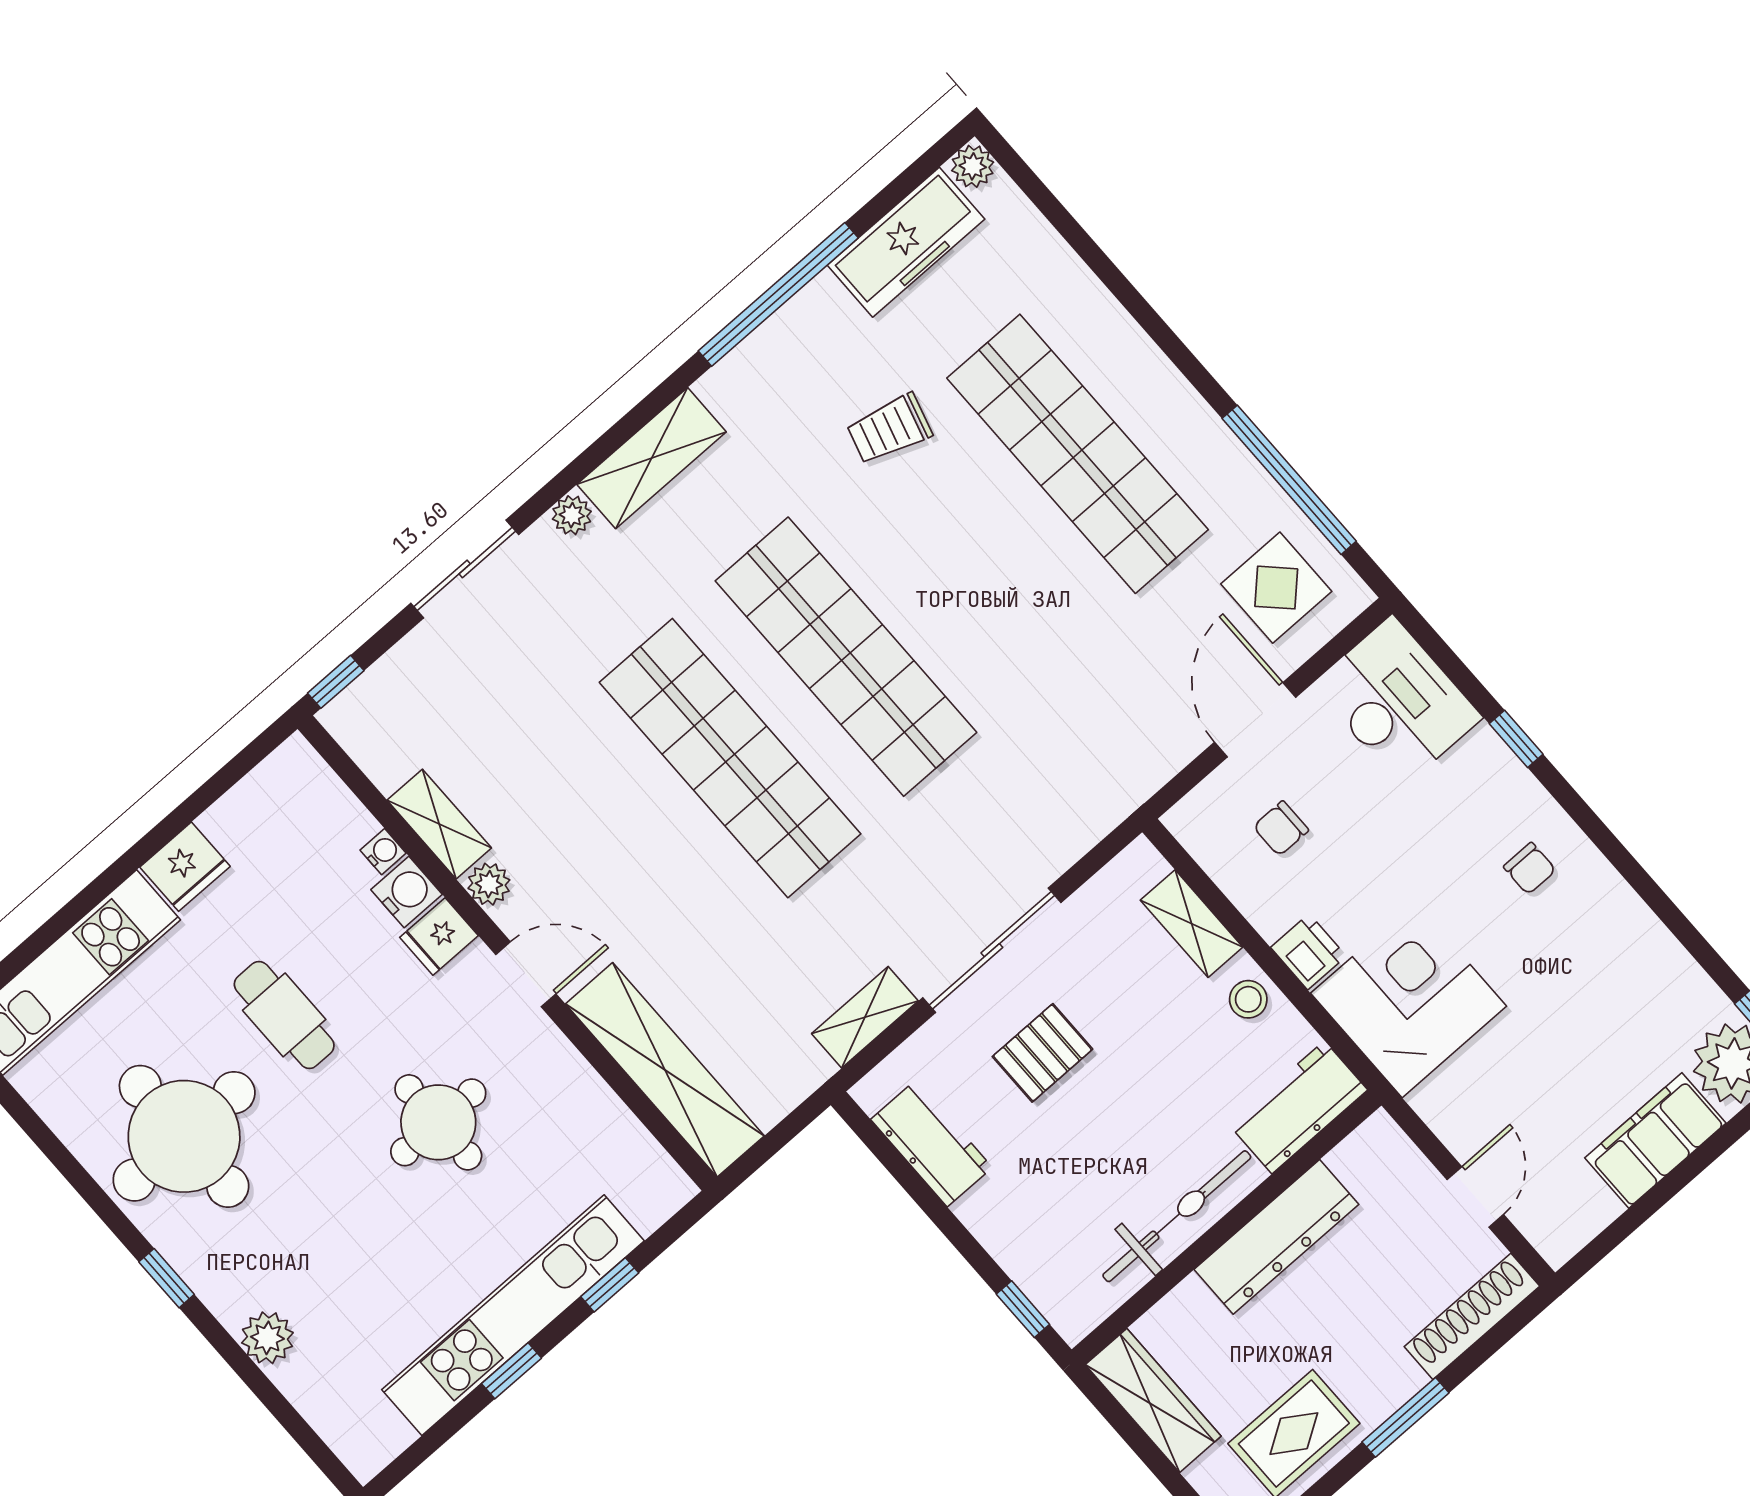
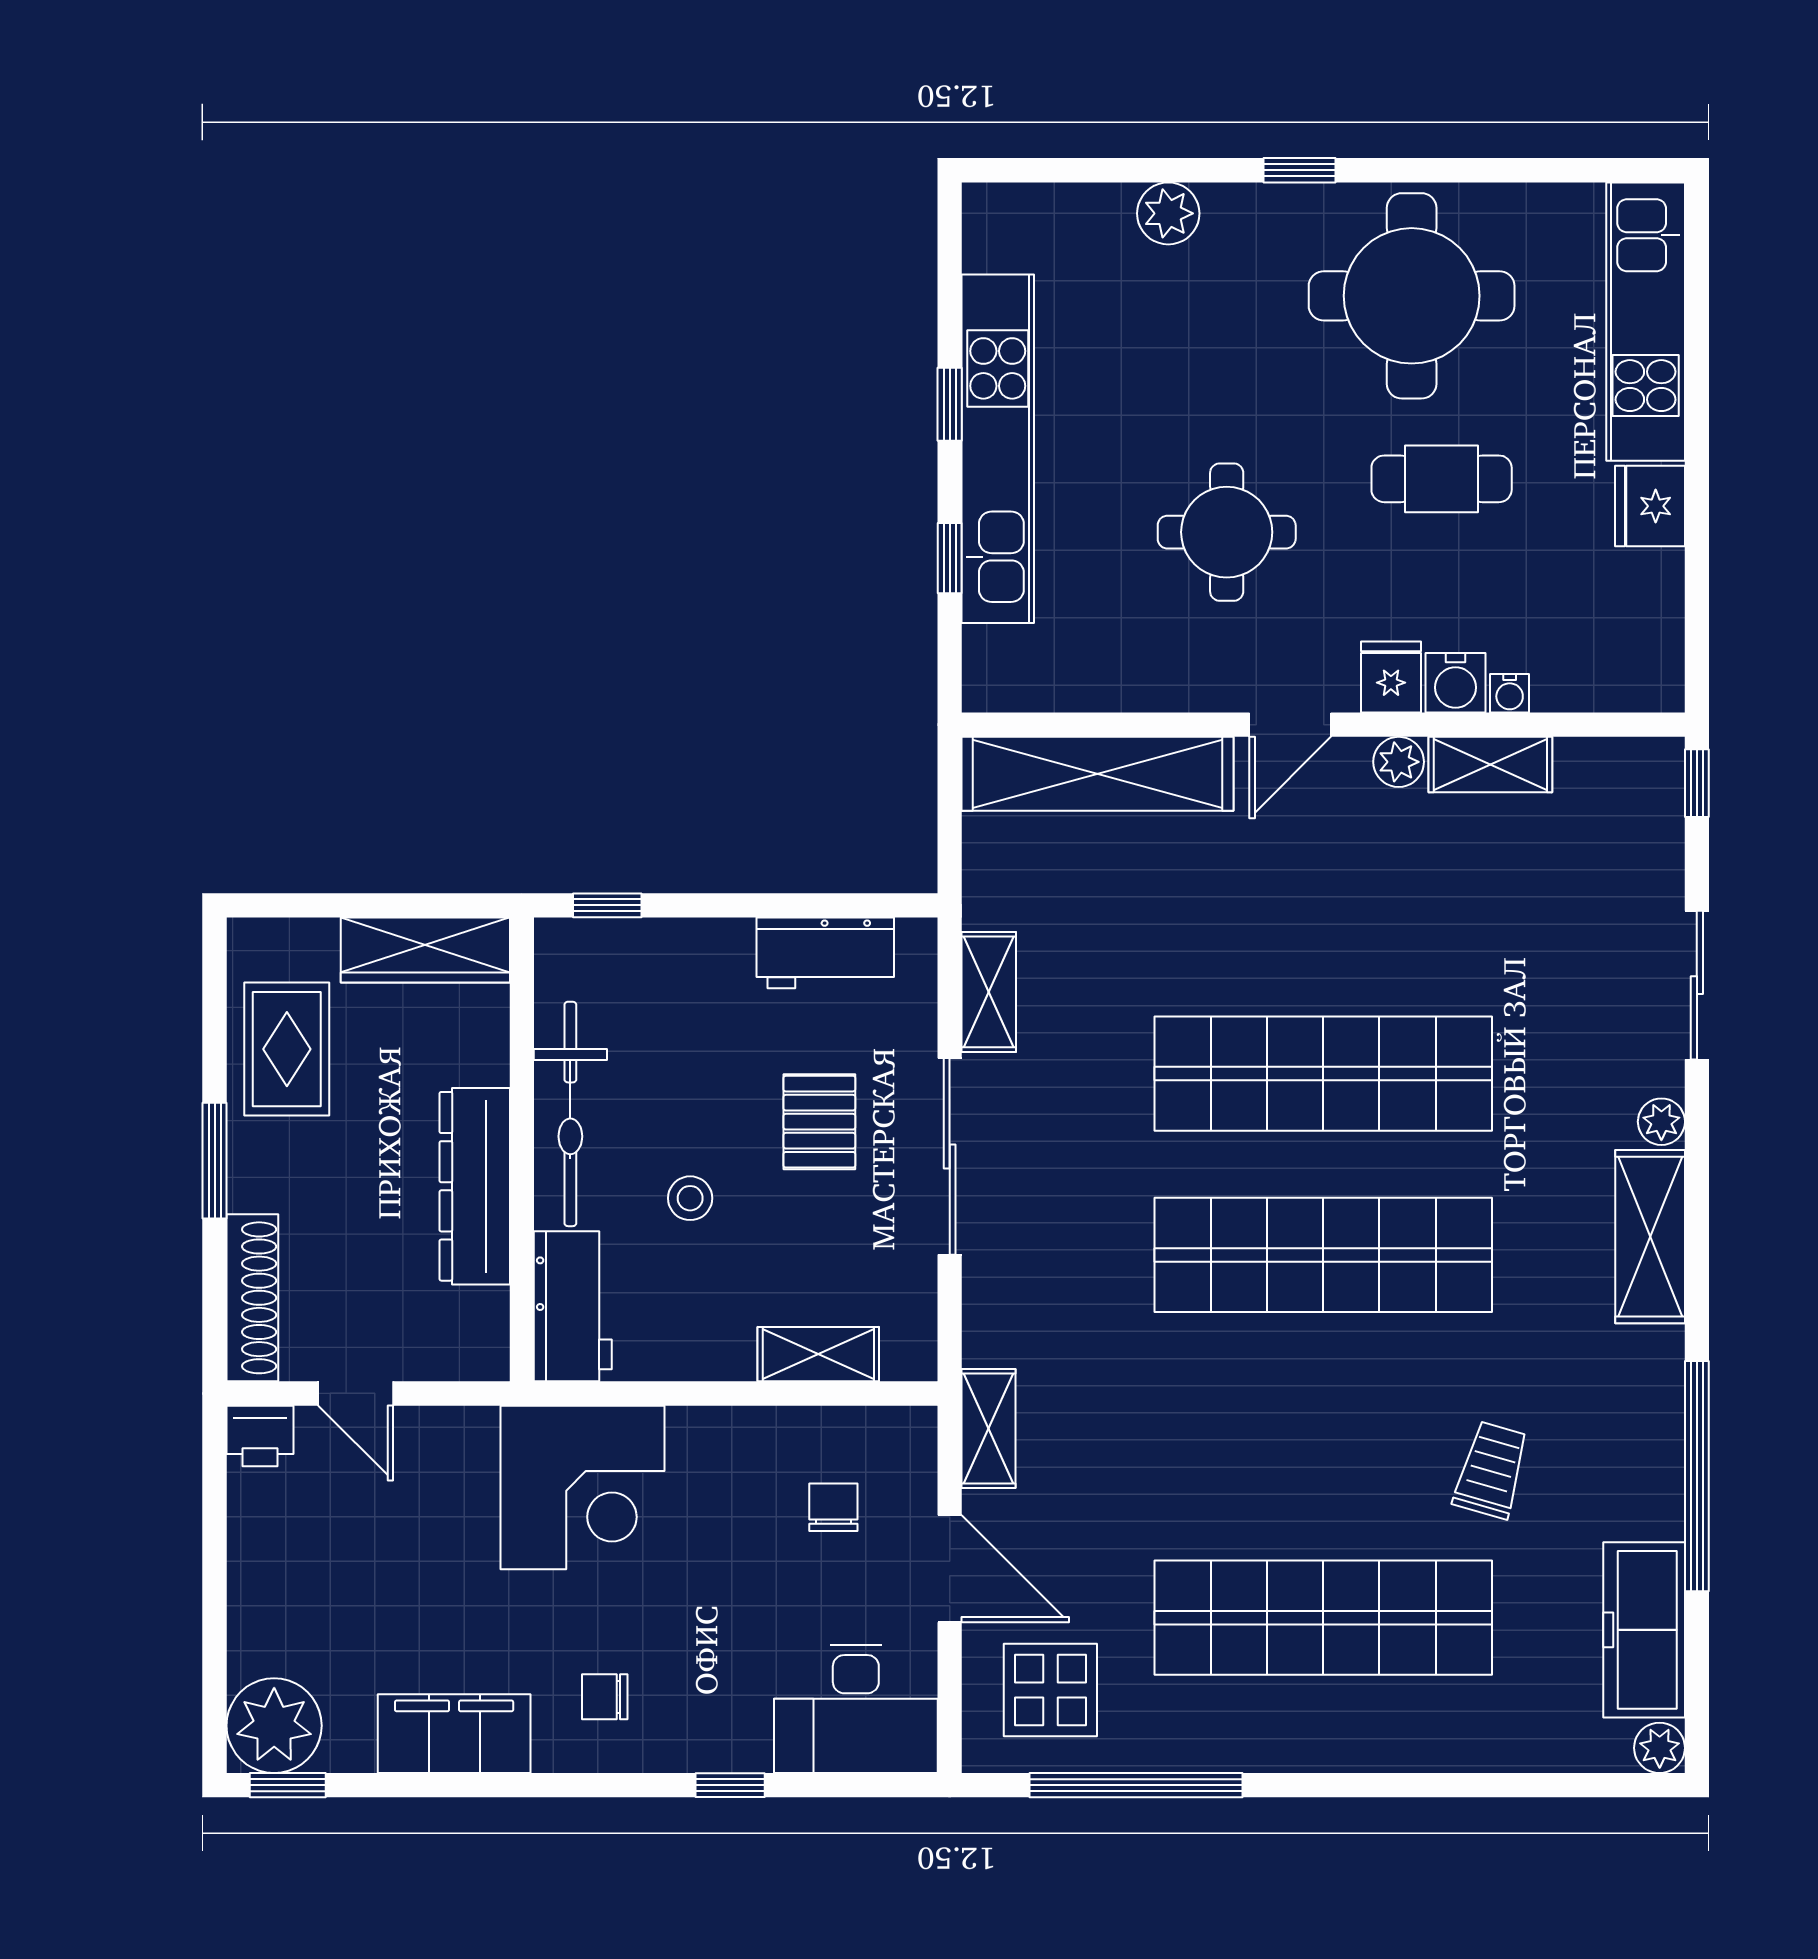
shelving: (1144, 773) -> (989, 1428), added
printer: (1308, 952) -> (260, 1436), moved
stool: (1248, 999) -> (690, 1198), moved
filing cabinet: (1655, 1140) -> (454, 1734), moved, turned -90

